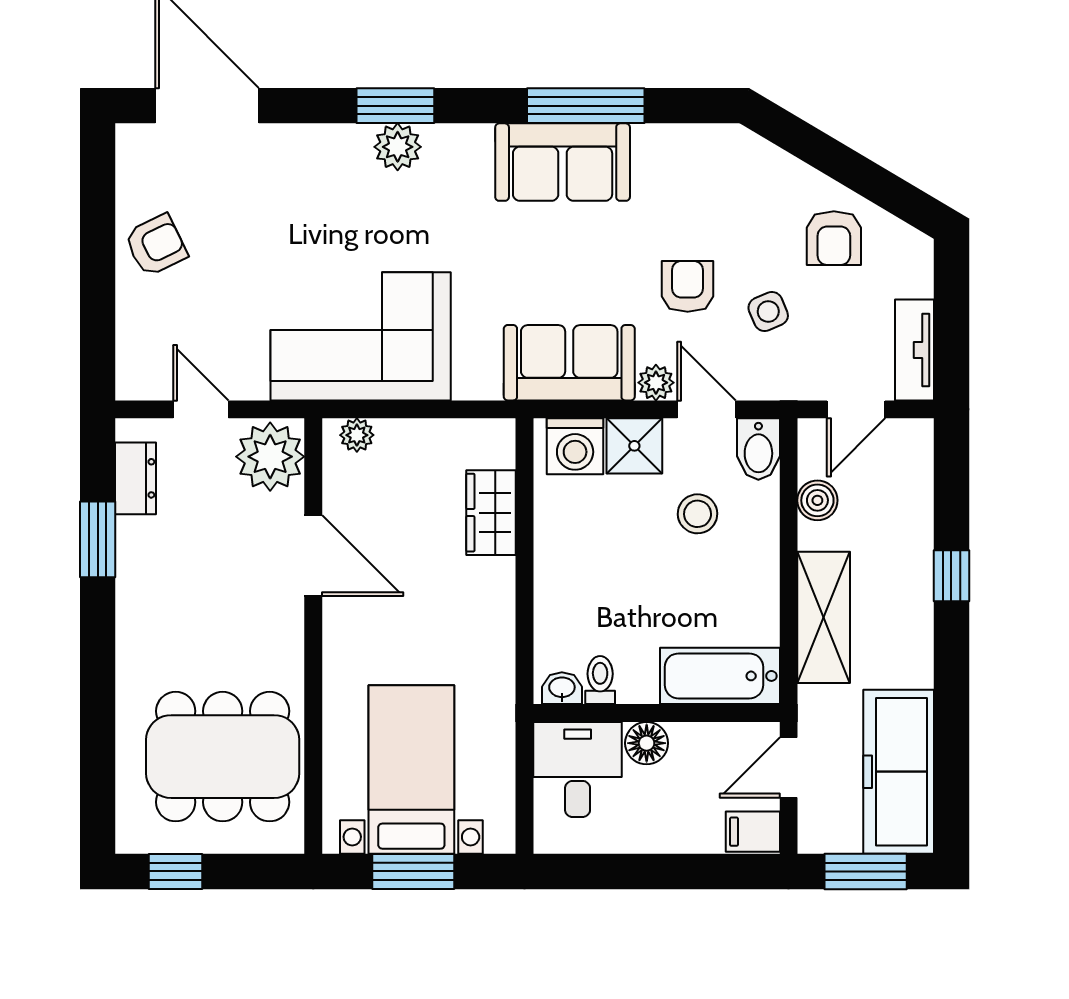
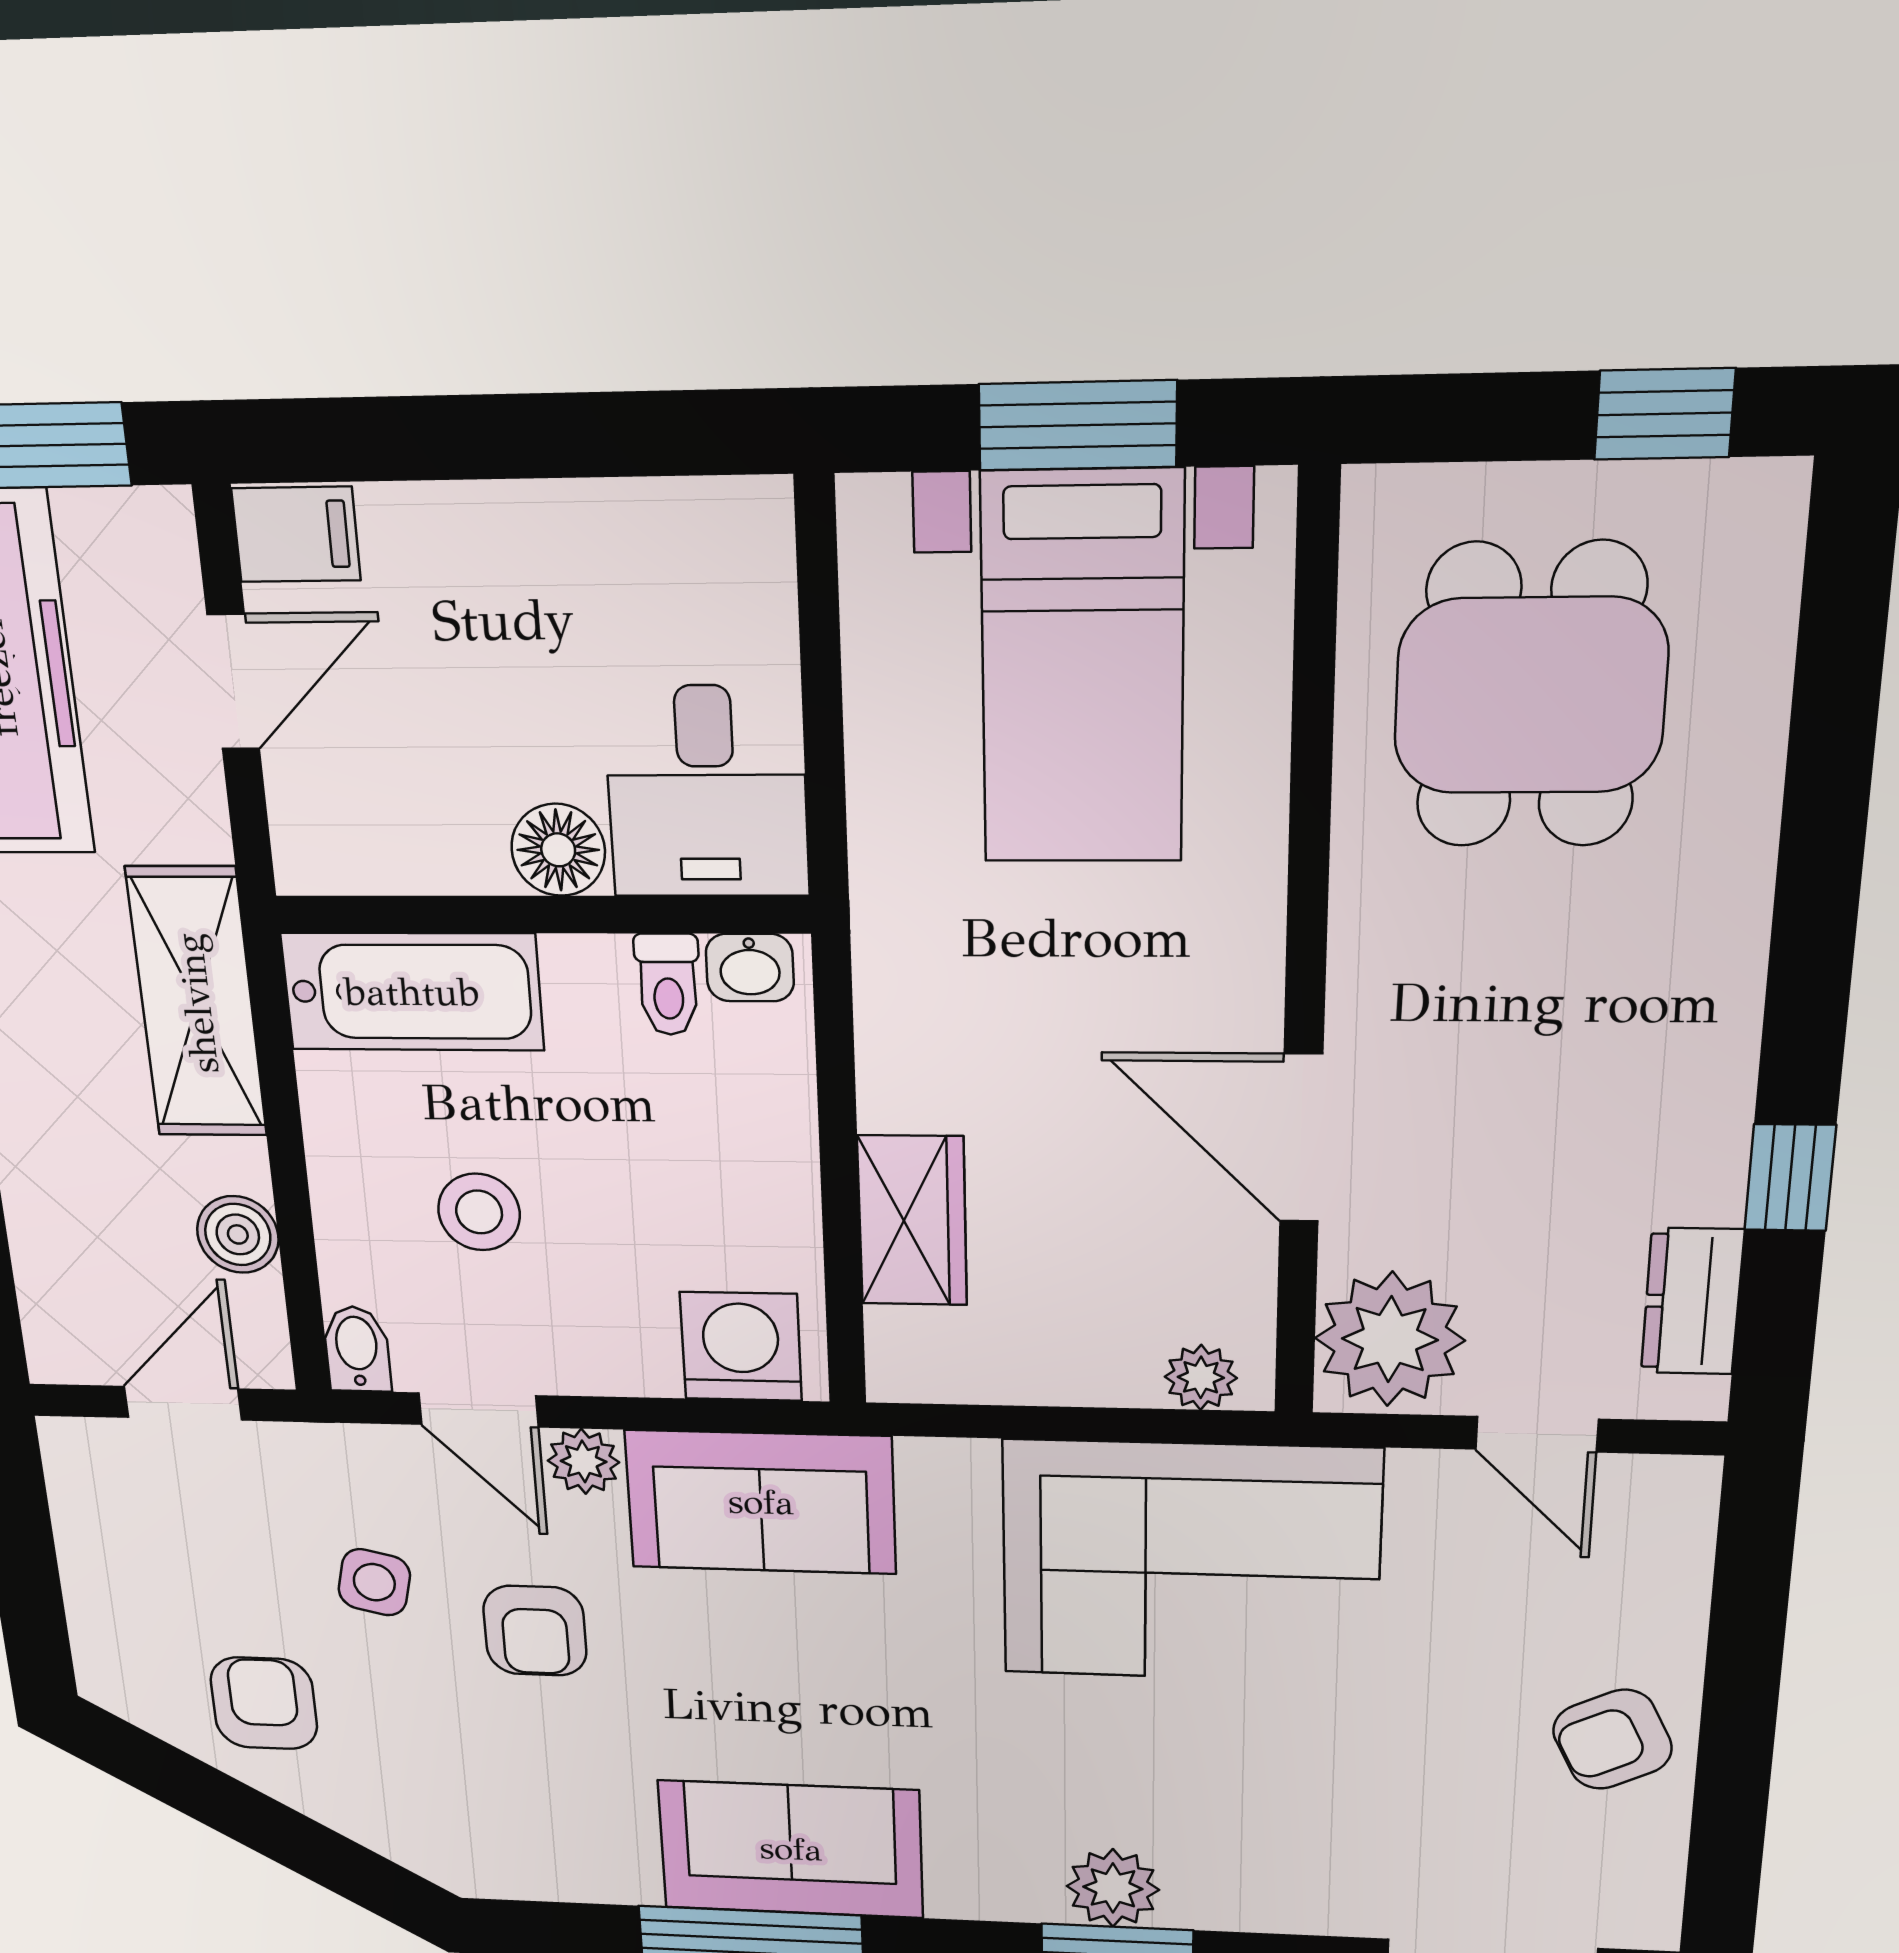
side table: (768, 311) -> (374, 1582), turned 36
tv unit: (915, 350) -> (85, 1507), removed
shower: (634, 446) -> (619, 1345), removed
bidet: (758, 449) -> (357, 1349), width x0.72, depth x0.74
window: (98, 539) -> (1790, 1178), width x0.67
bathtub: (720, 676) -> (412, 992), moved
toilet: (600, 680) -> (668, 984), moved
washbasin: (562, 688) -> (750, 968), moved
wall: (657, 713) -> (541, 915), moved
floor lamp: (647, 743) -> (558, 850), moved
dining table: (223, 757) -> (1530, 696), width x0.73
desk: (578, 769) -> (707, 792), moved

